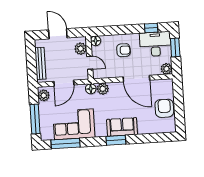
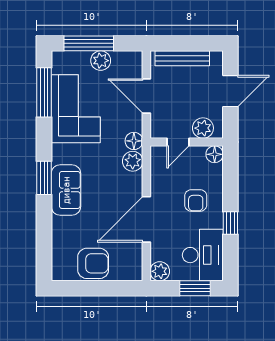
window: (151, 28) -> (230, 223), moved
plant: (44, 95) -> (101, 61), moved

